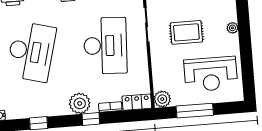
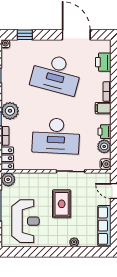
plant: (232, 28) -> (74, 242), moved
reception desk: (211, 74) -> (25, 221), turned 180

